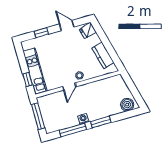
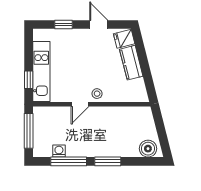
kitchen counter: (103, 55) -> (131, 63), moved
washing machine: (83, 119) -> (59, 151), moved

